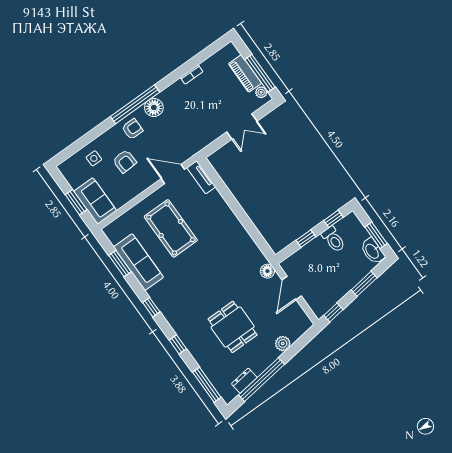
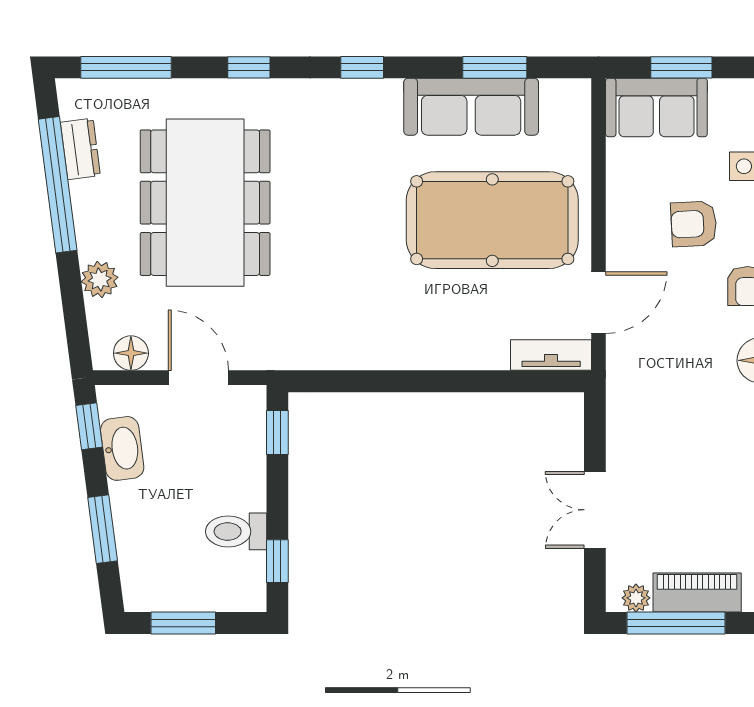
pool table: (171, 228) -> (492, 220), width x1.36, depth x1.32
window: (306, 239) -> (277, 432), moved
washbasin: (372, 251) -> (122, 448), moved, turned 83
floor lamp: (267, 271) -> (131, 353), moved
dining table: (233, 327) -> (205, 203), width x1.88, depth x1.24

